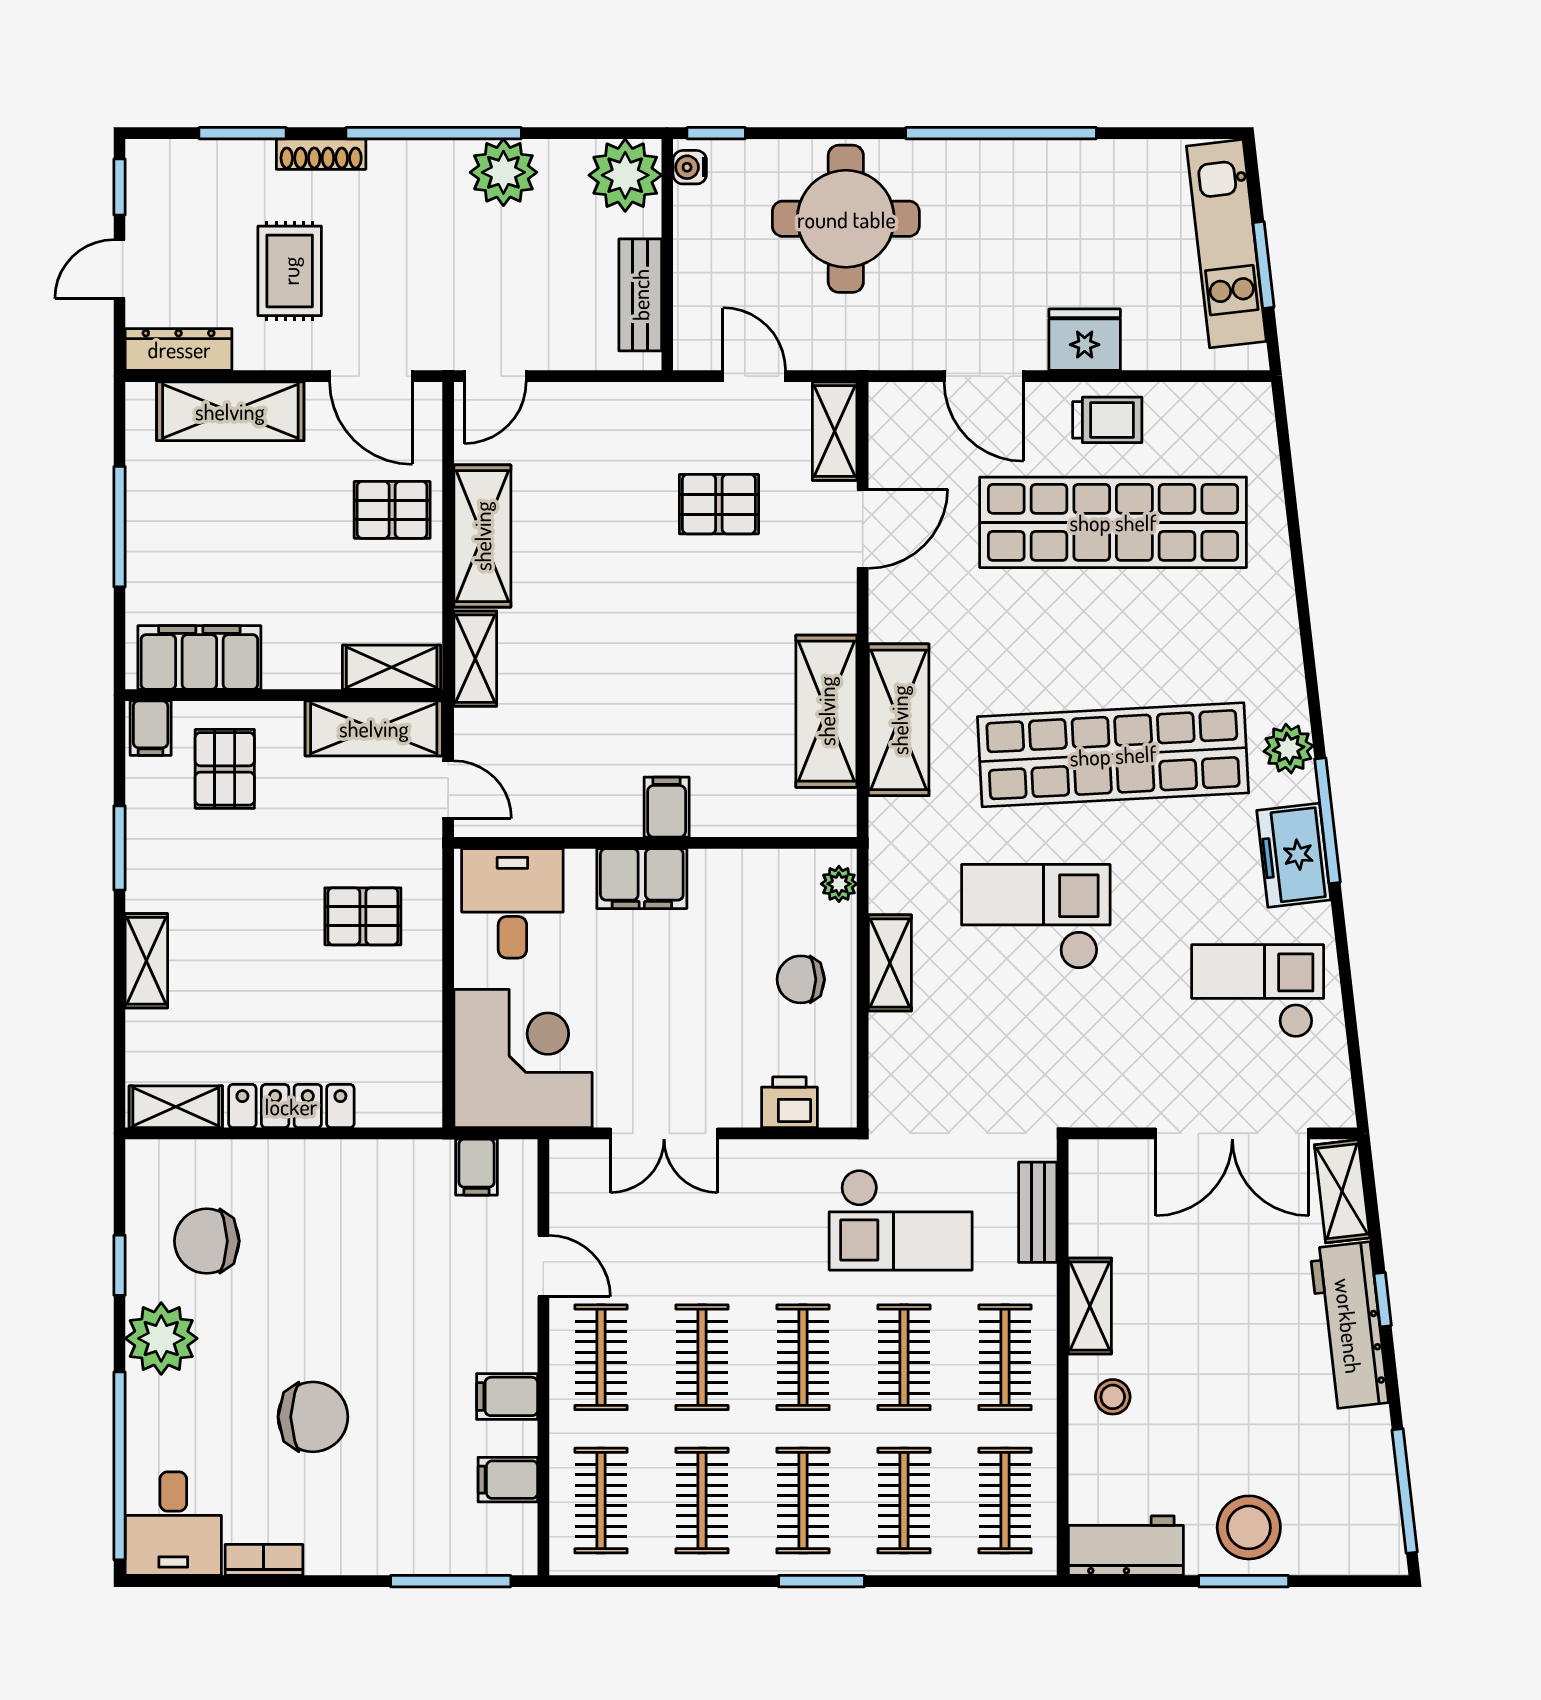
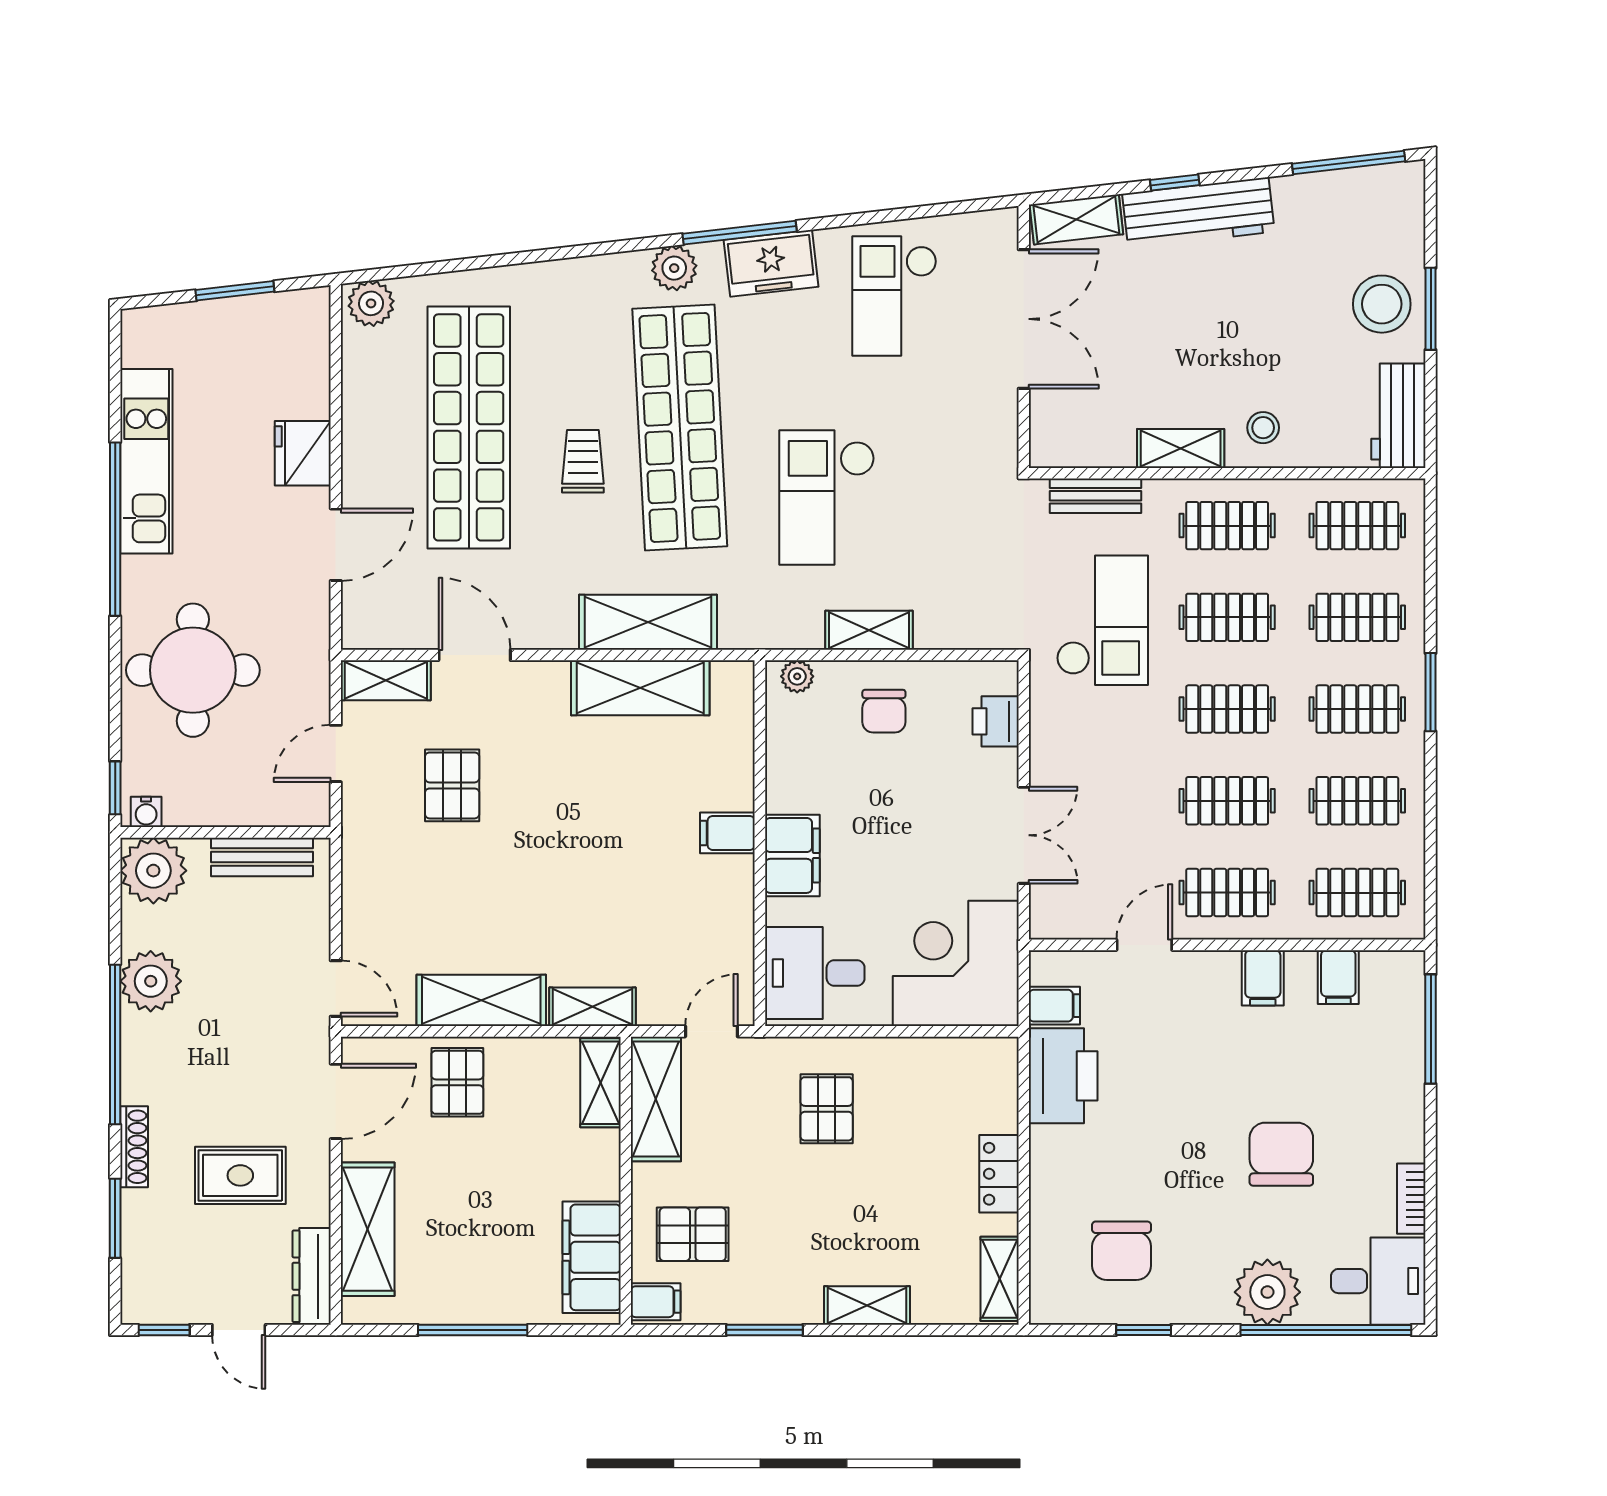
kitchen unit: (1226, 244) -> (146, 461), moved, turned -83
plant: (1250, 415) -> (371, 303), added
trolley: (1107, 420) -> (583, 461), moved
locker: (291, 1106) -> (999, 1174), width x0.66
printer: (399, 1177) -> (1063, 1076), added
plant: (161, 1338) -> (1267, 1292), moved

